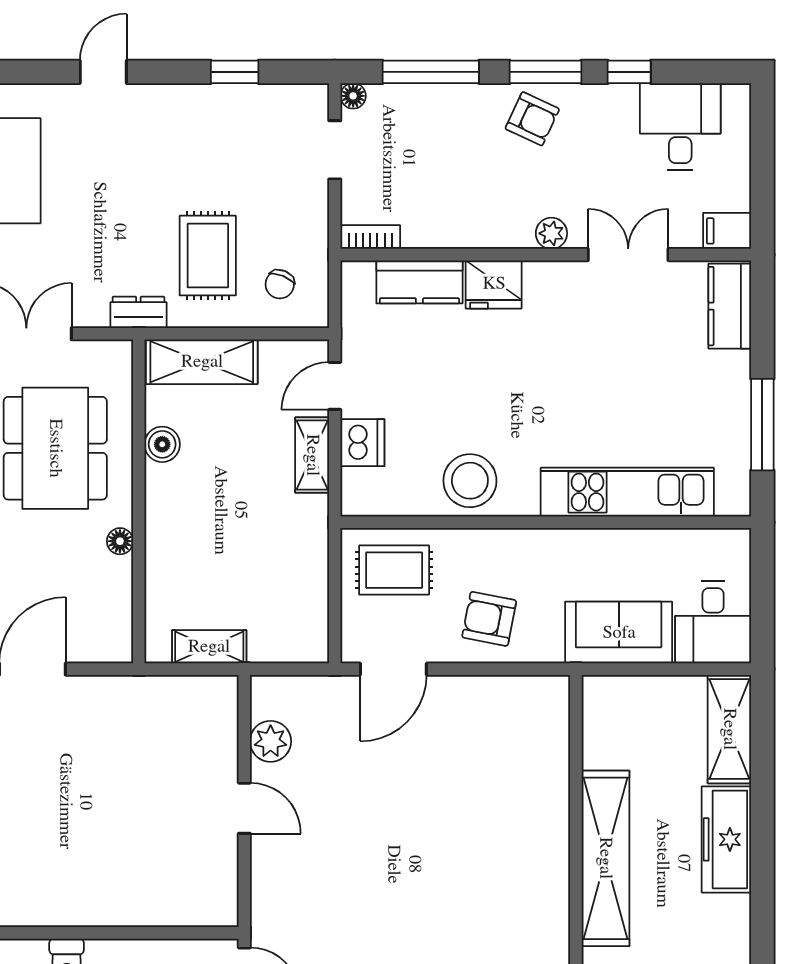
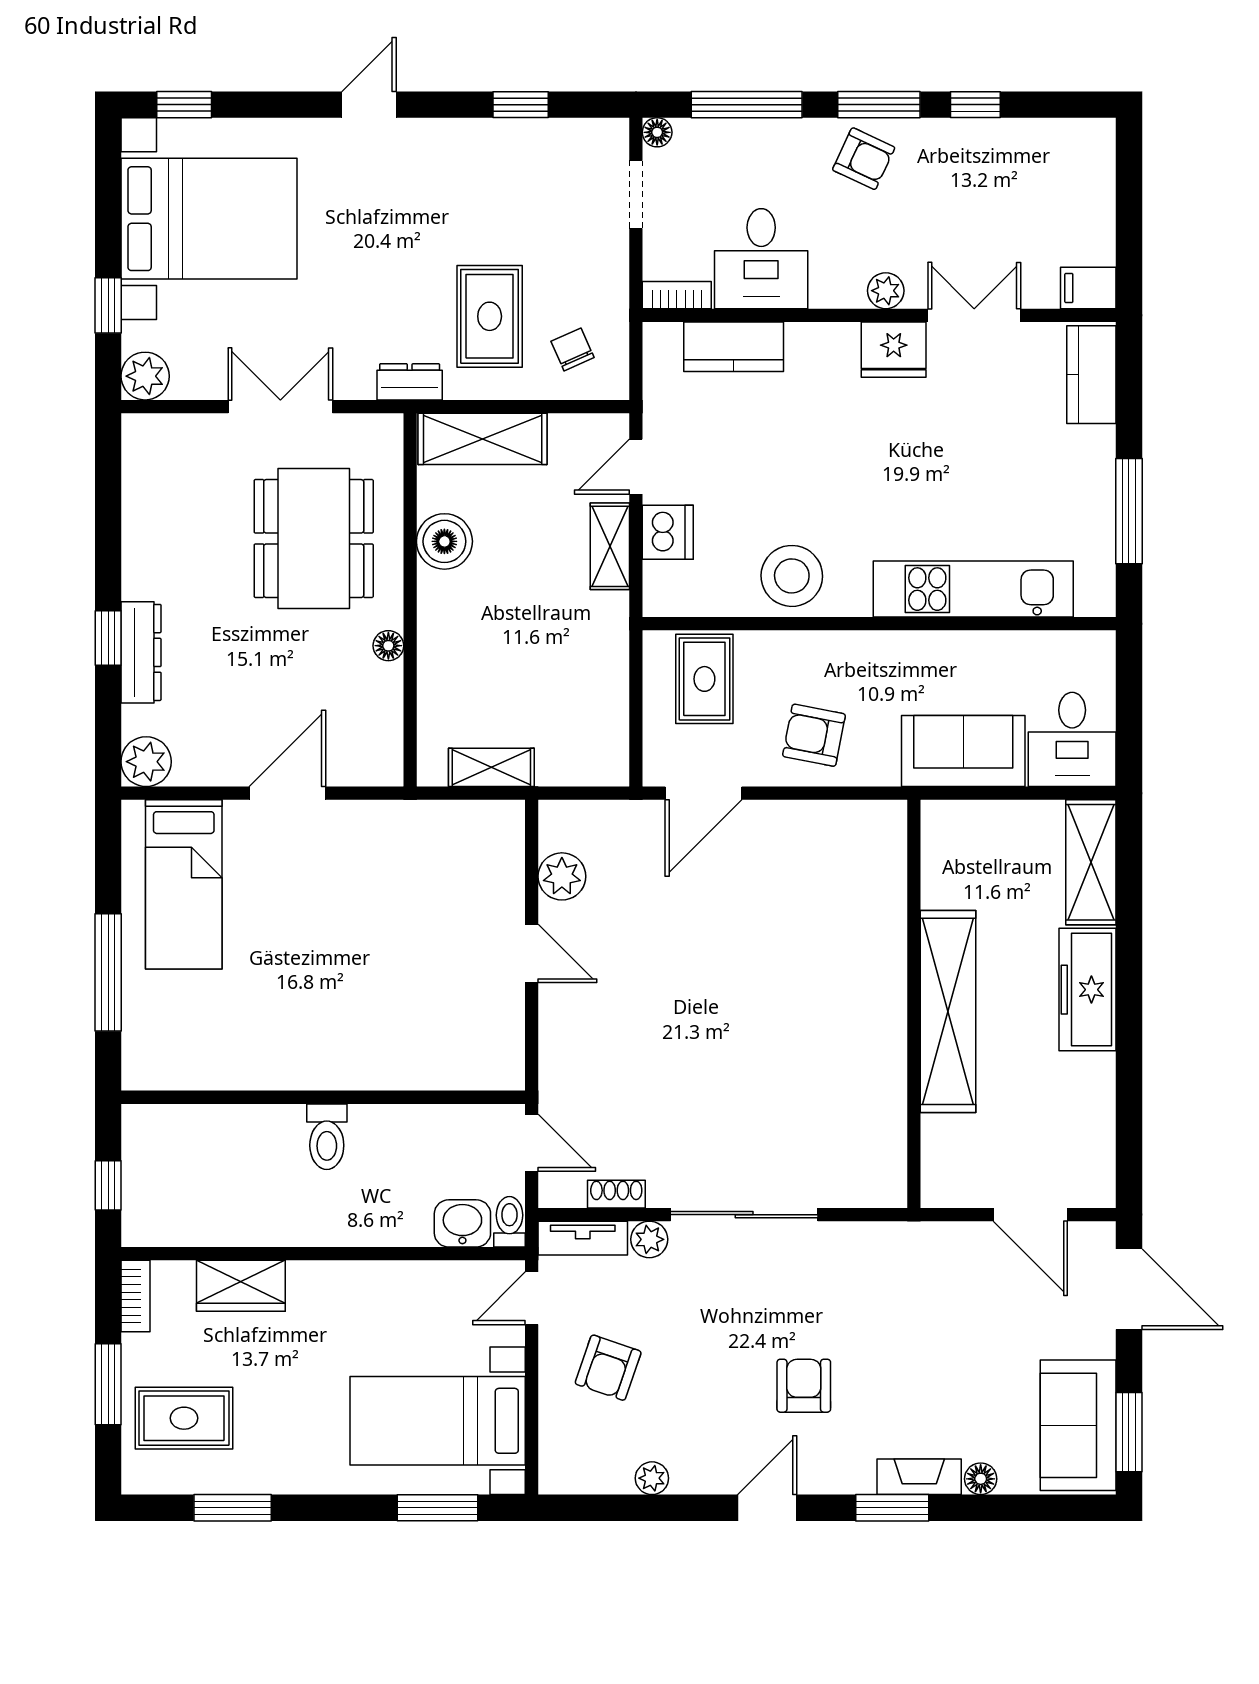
desk: (680, 127) -> (761, 259), moved, turned 180
chair: (280, 284) -> (573, 349), turned 134
fridge: (494, 284) -> (894, 350), moved
boiler: (162, 444) -> (444, 541), width x1.36, depth x1.36
rug: (394, 570) -> (704, 679), turned 90

